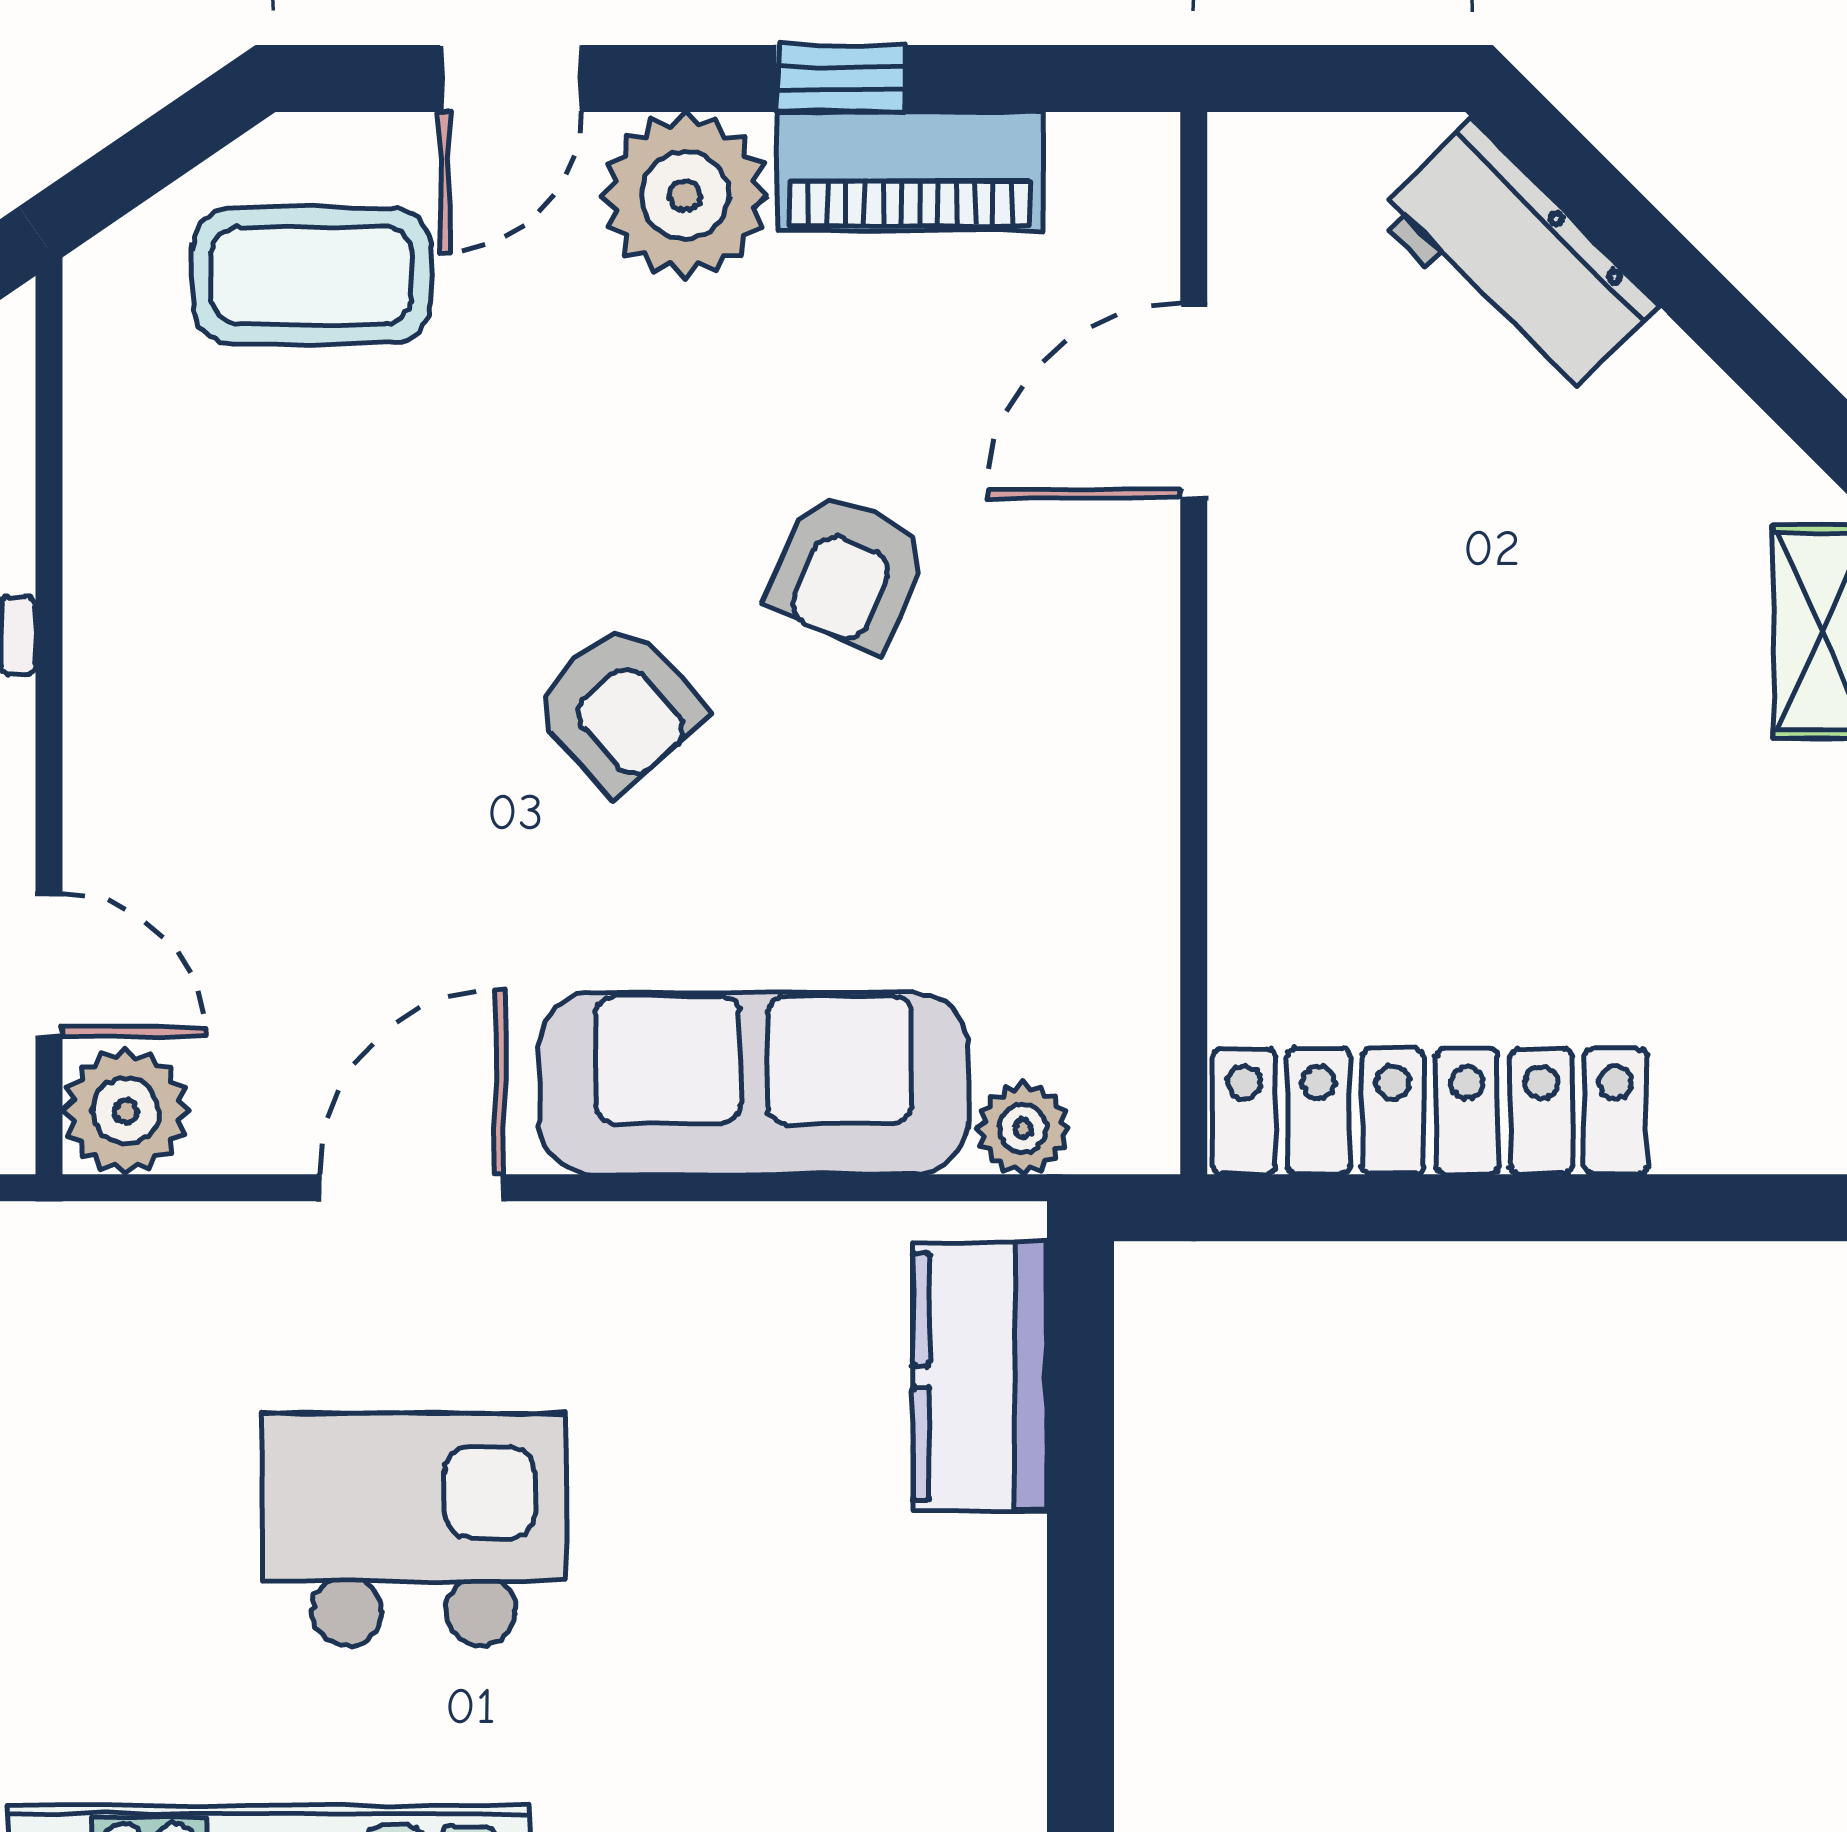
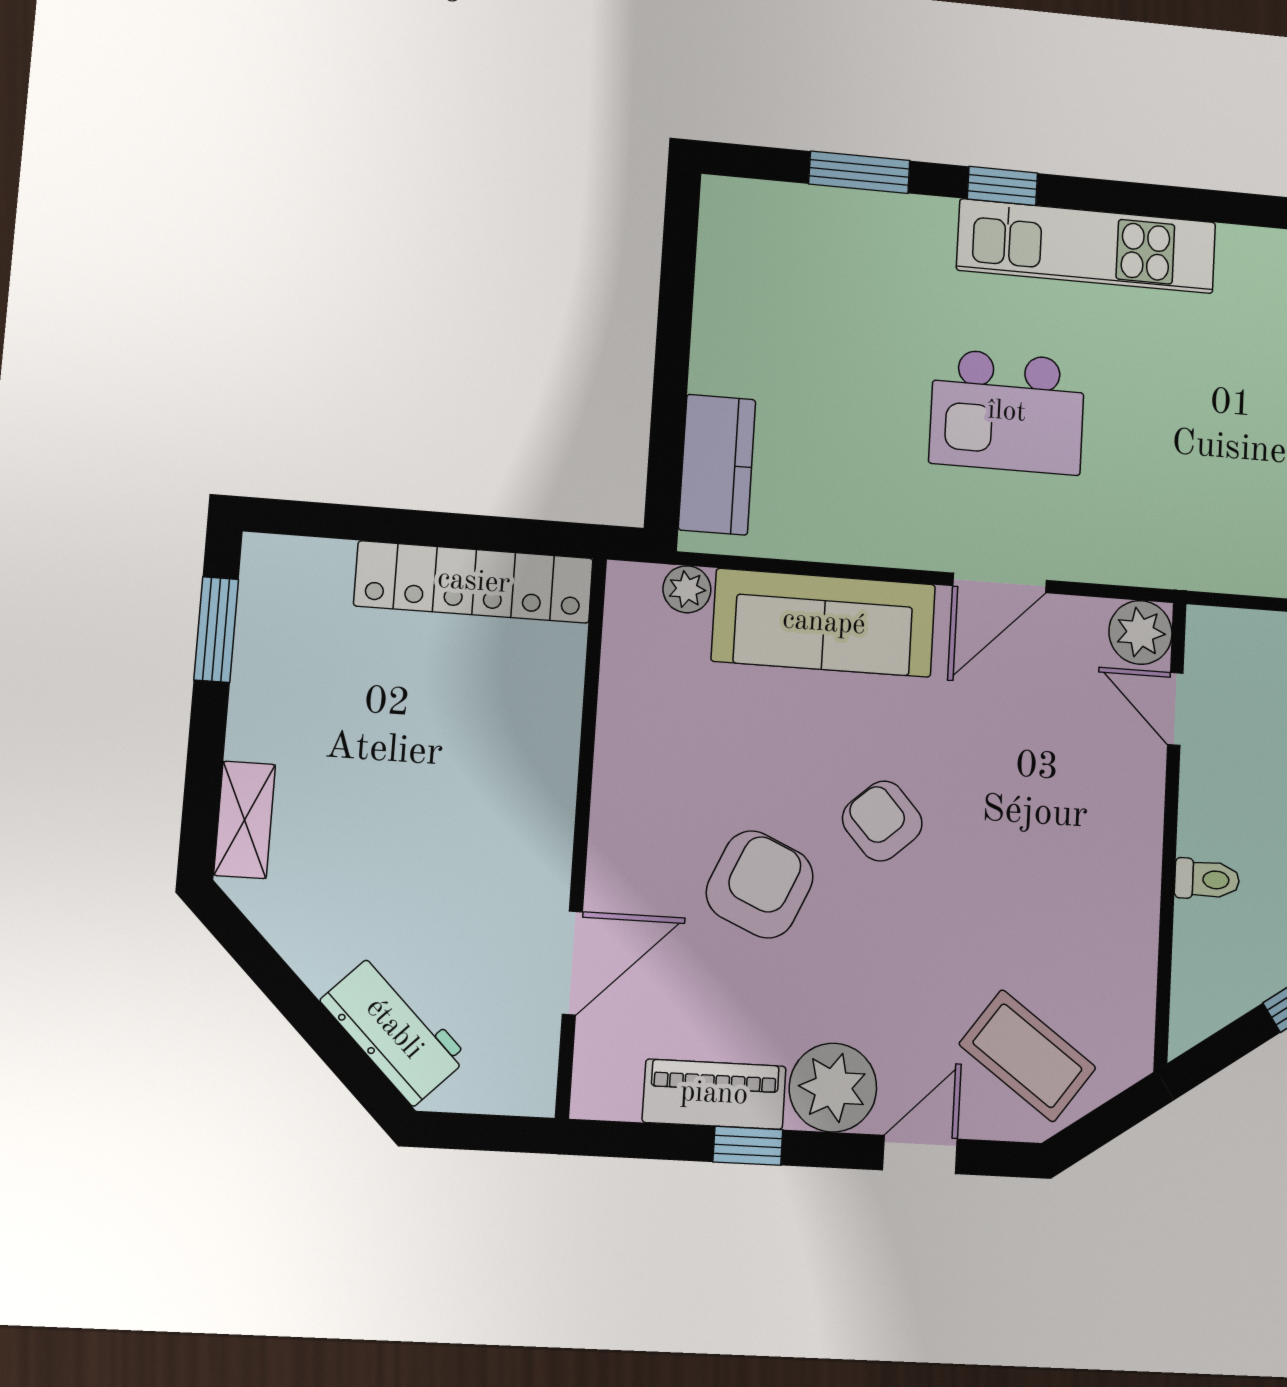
coffee table: (312, 275) -> (1027, 1056), turned 36
armchair: (848, 571) -> (760, 884), width x1.38, depth x1.38

